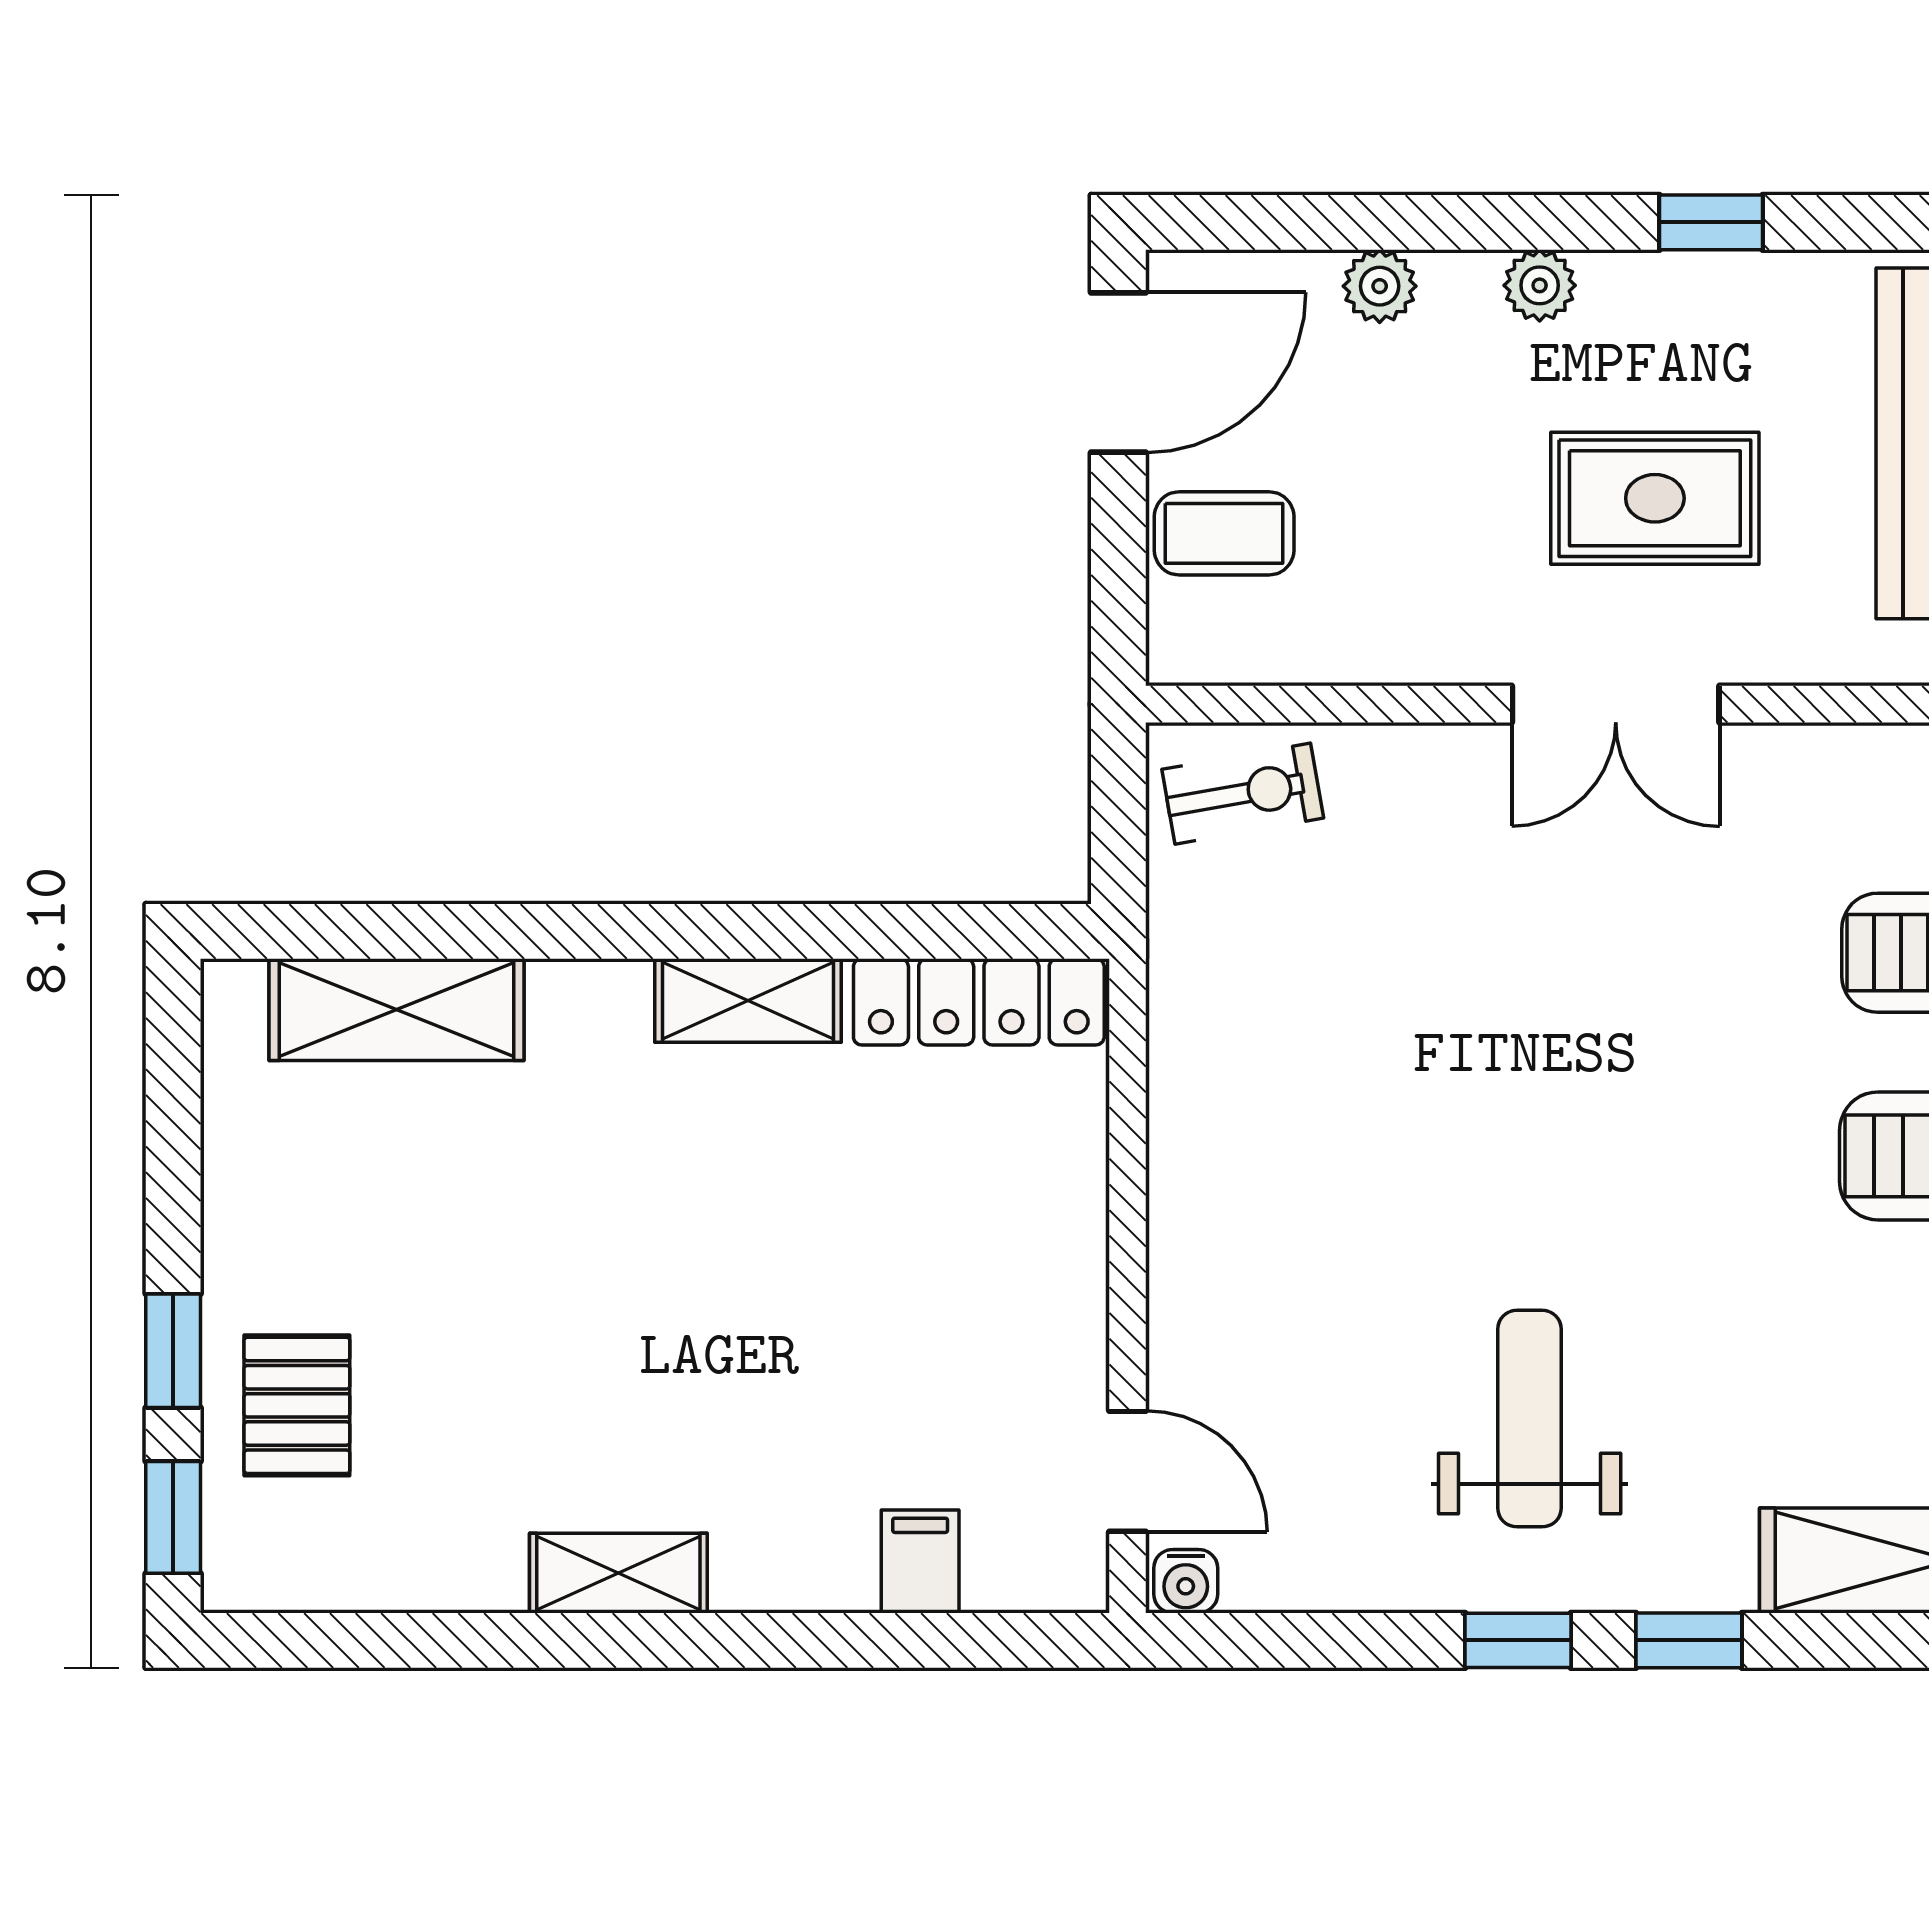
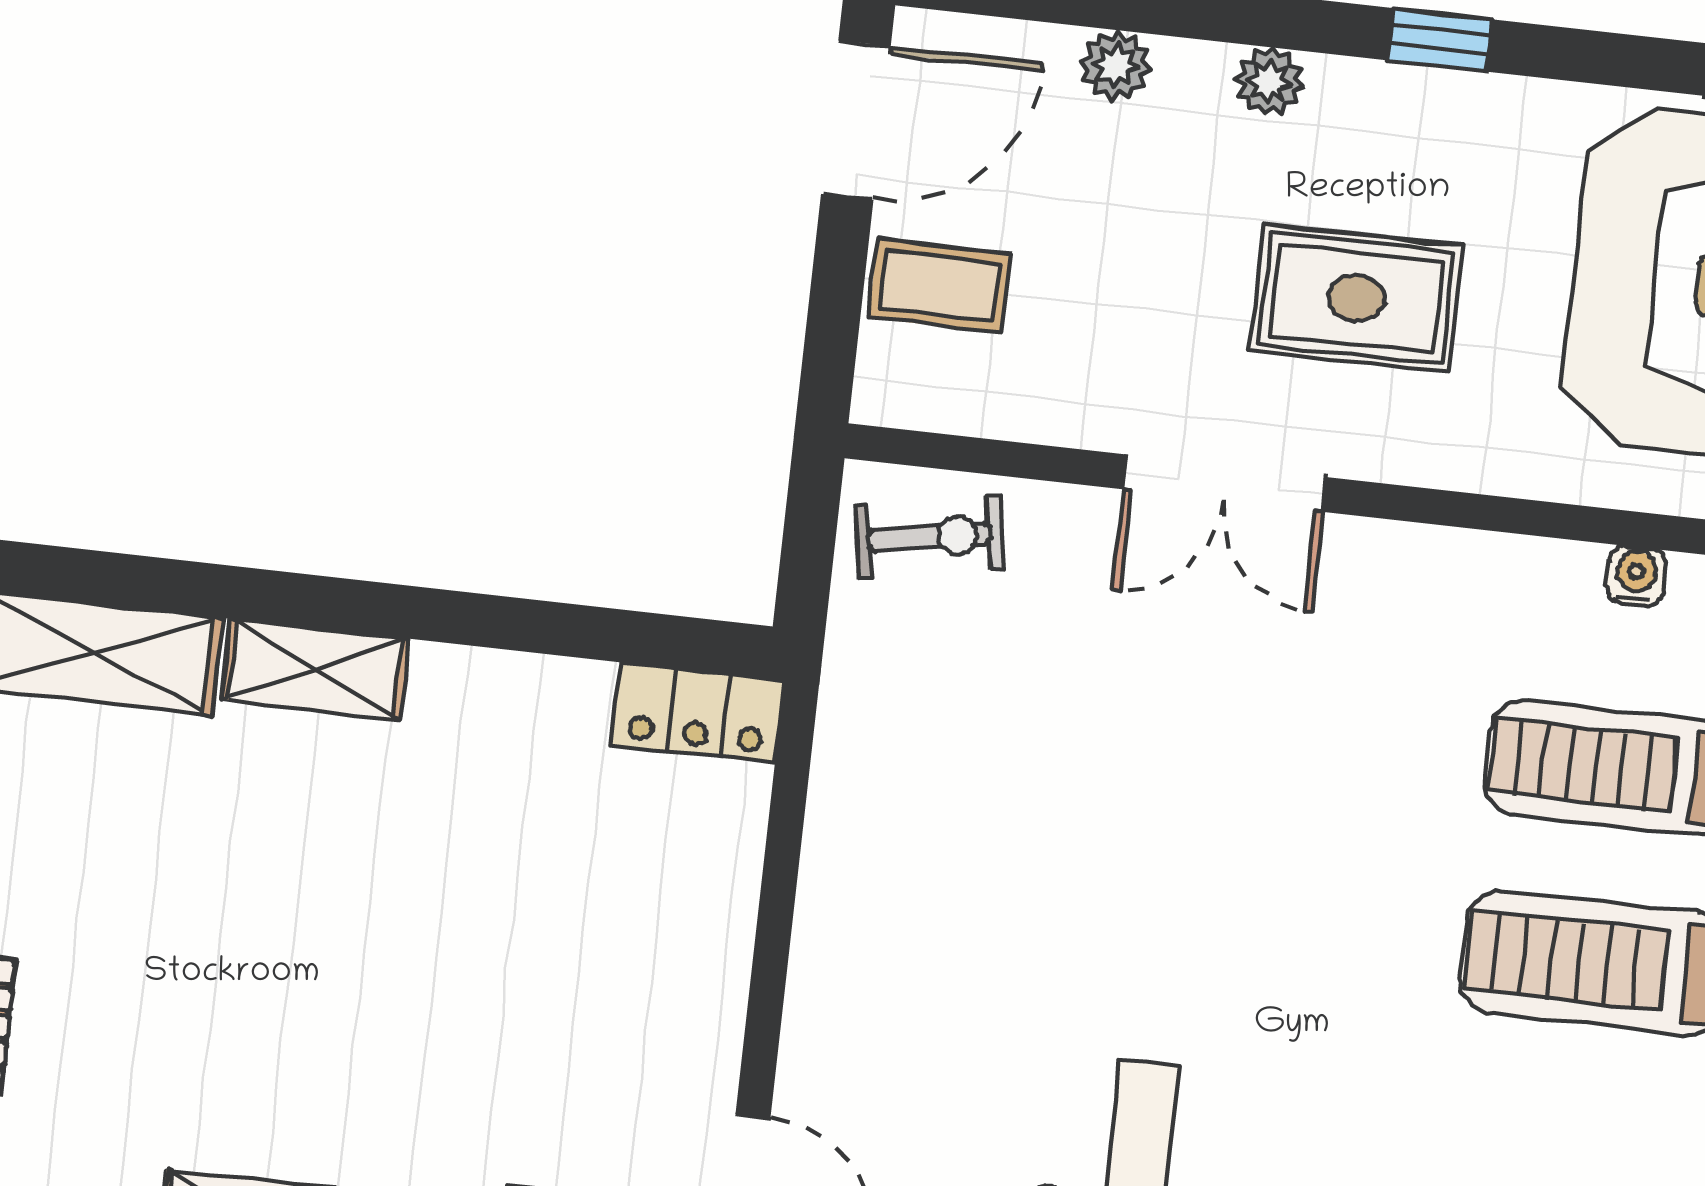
double door: (1616, 704) -> (1225, 483), moved
shelving: (748, 1001) -> (315, 669), moved
locker: (979, 1002) -> (698, 713), width x0.66

